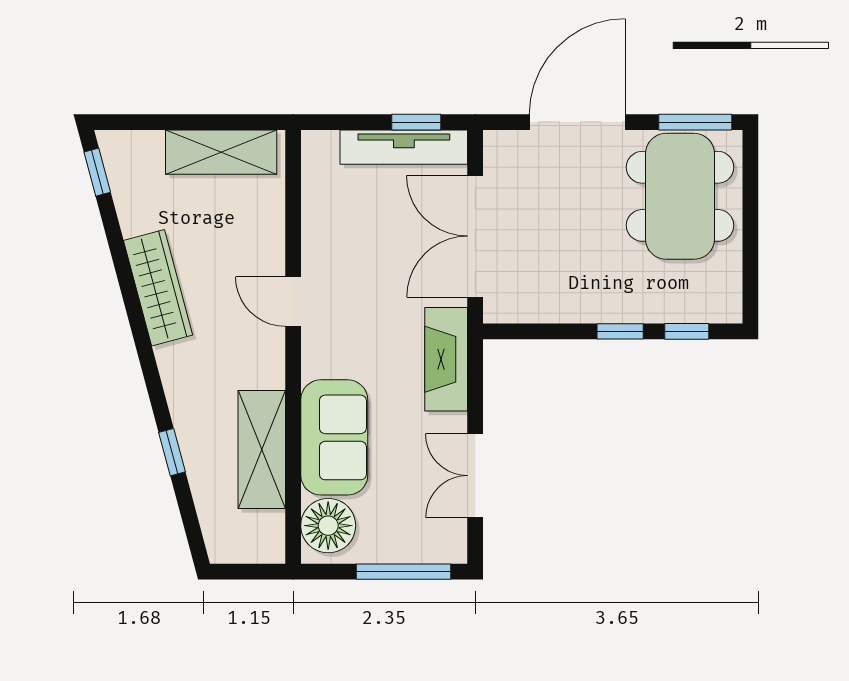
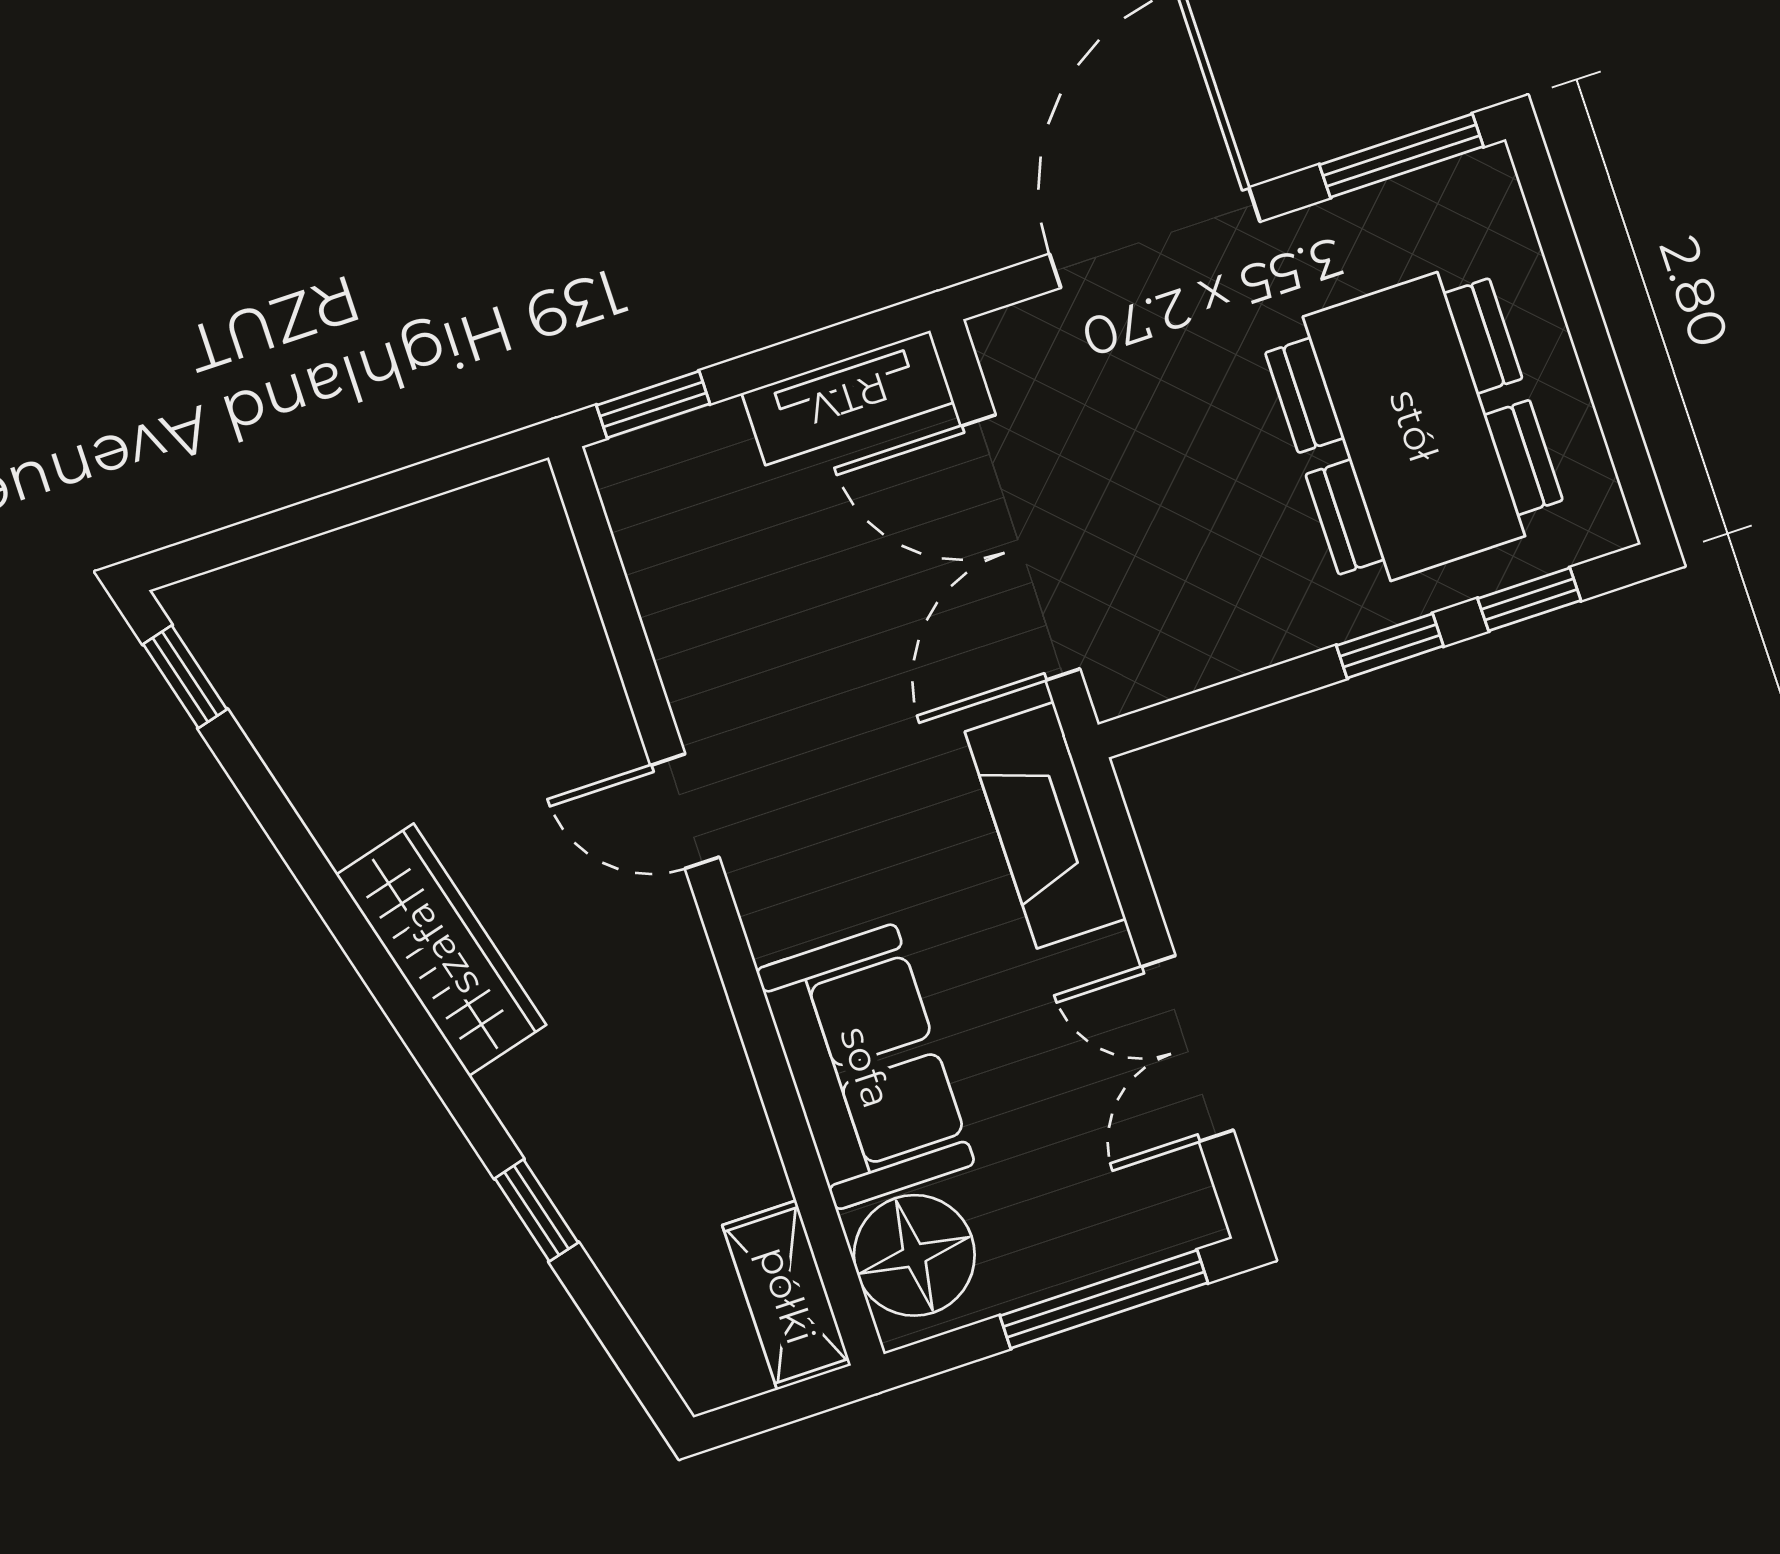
window: (416, 122) -> (653, 404), moved
tv unit: (404, 147) -> (848, 398), width x0.71
shelving: (221, 152) -> (430, 548), removed
dining table: (680, 196) -> (1414, 426), moved
wardrobe: (158, 288) -> (441, 950), moved
shelving: (262, 450) -> (787, 1295), moved, width x0.67, depth x0.75

